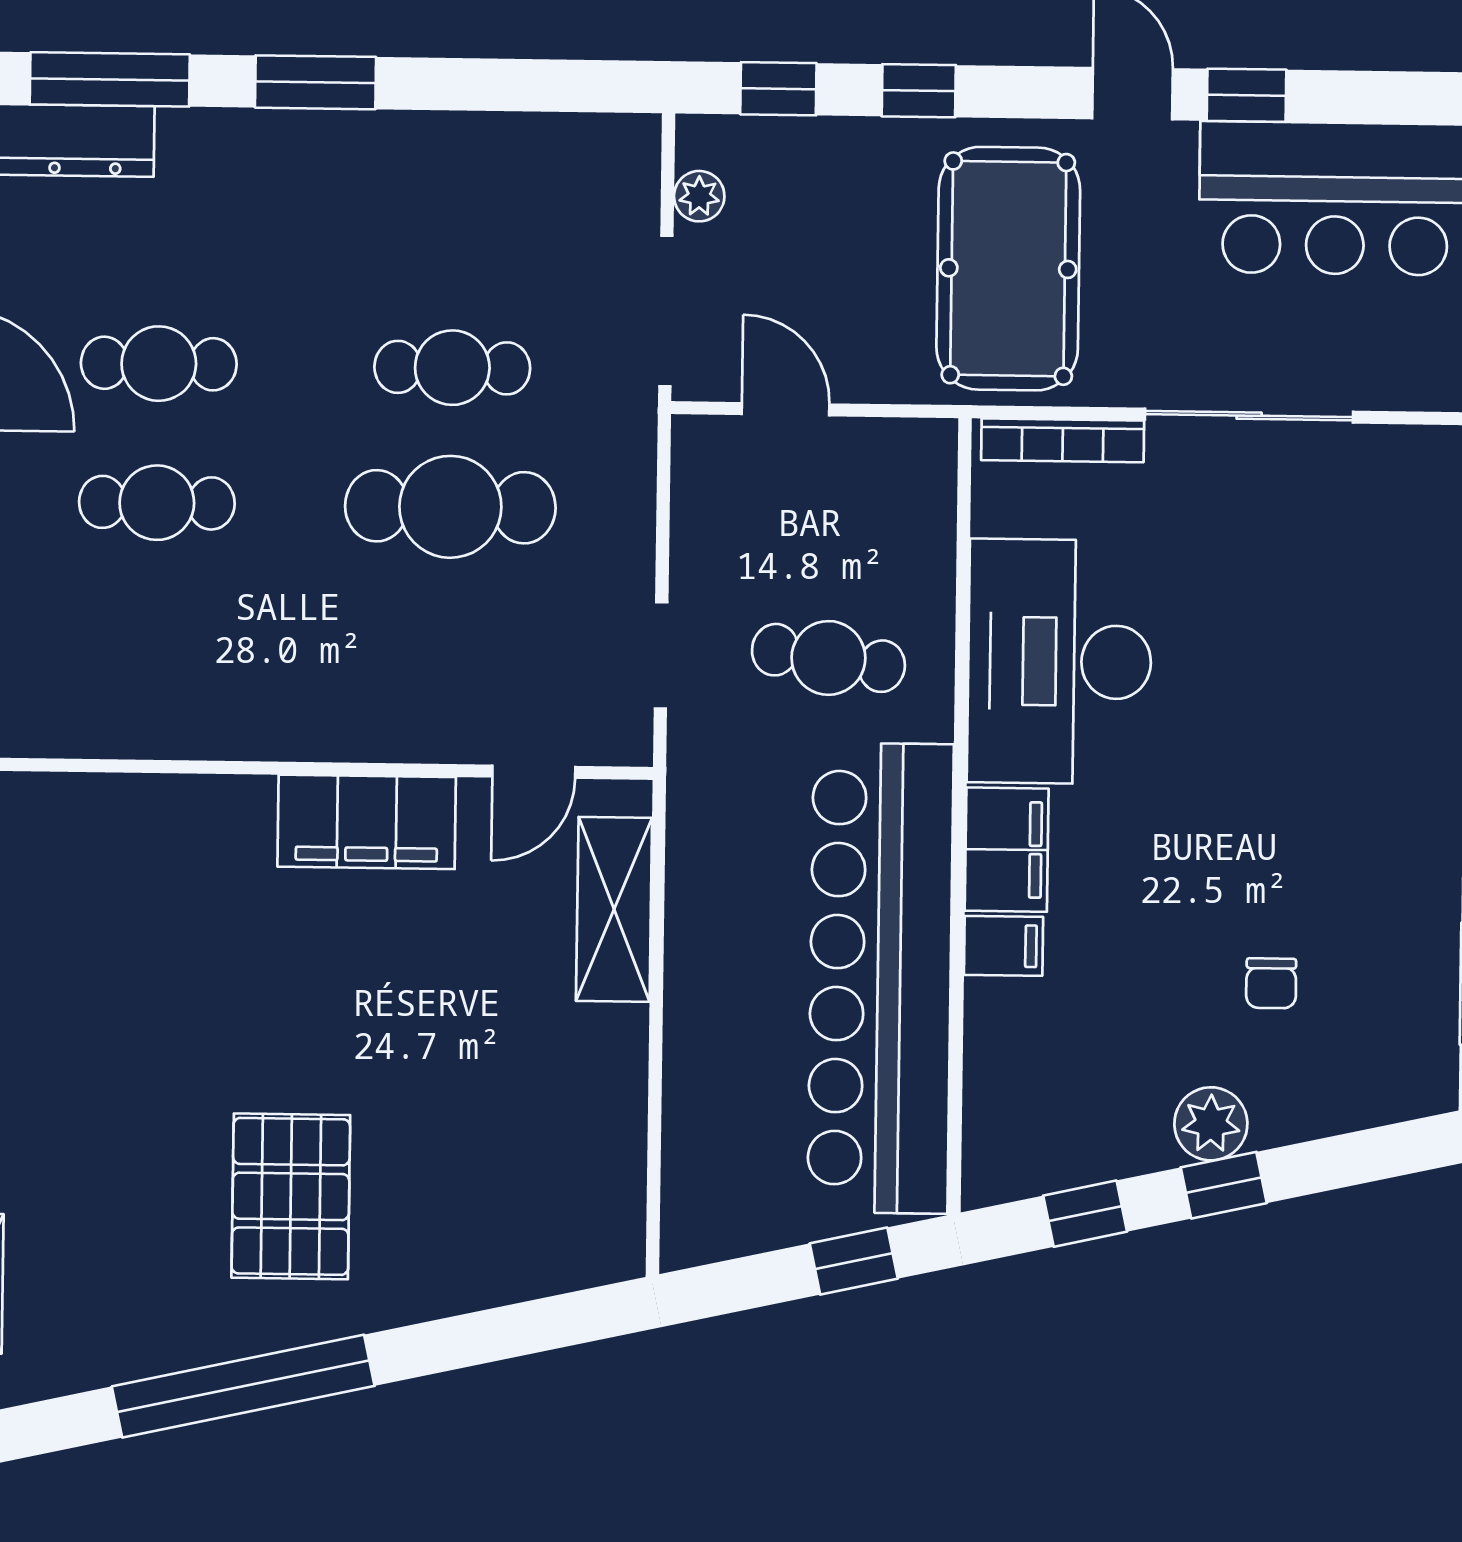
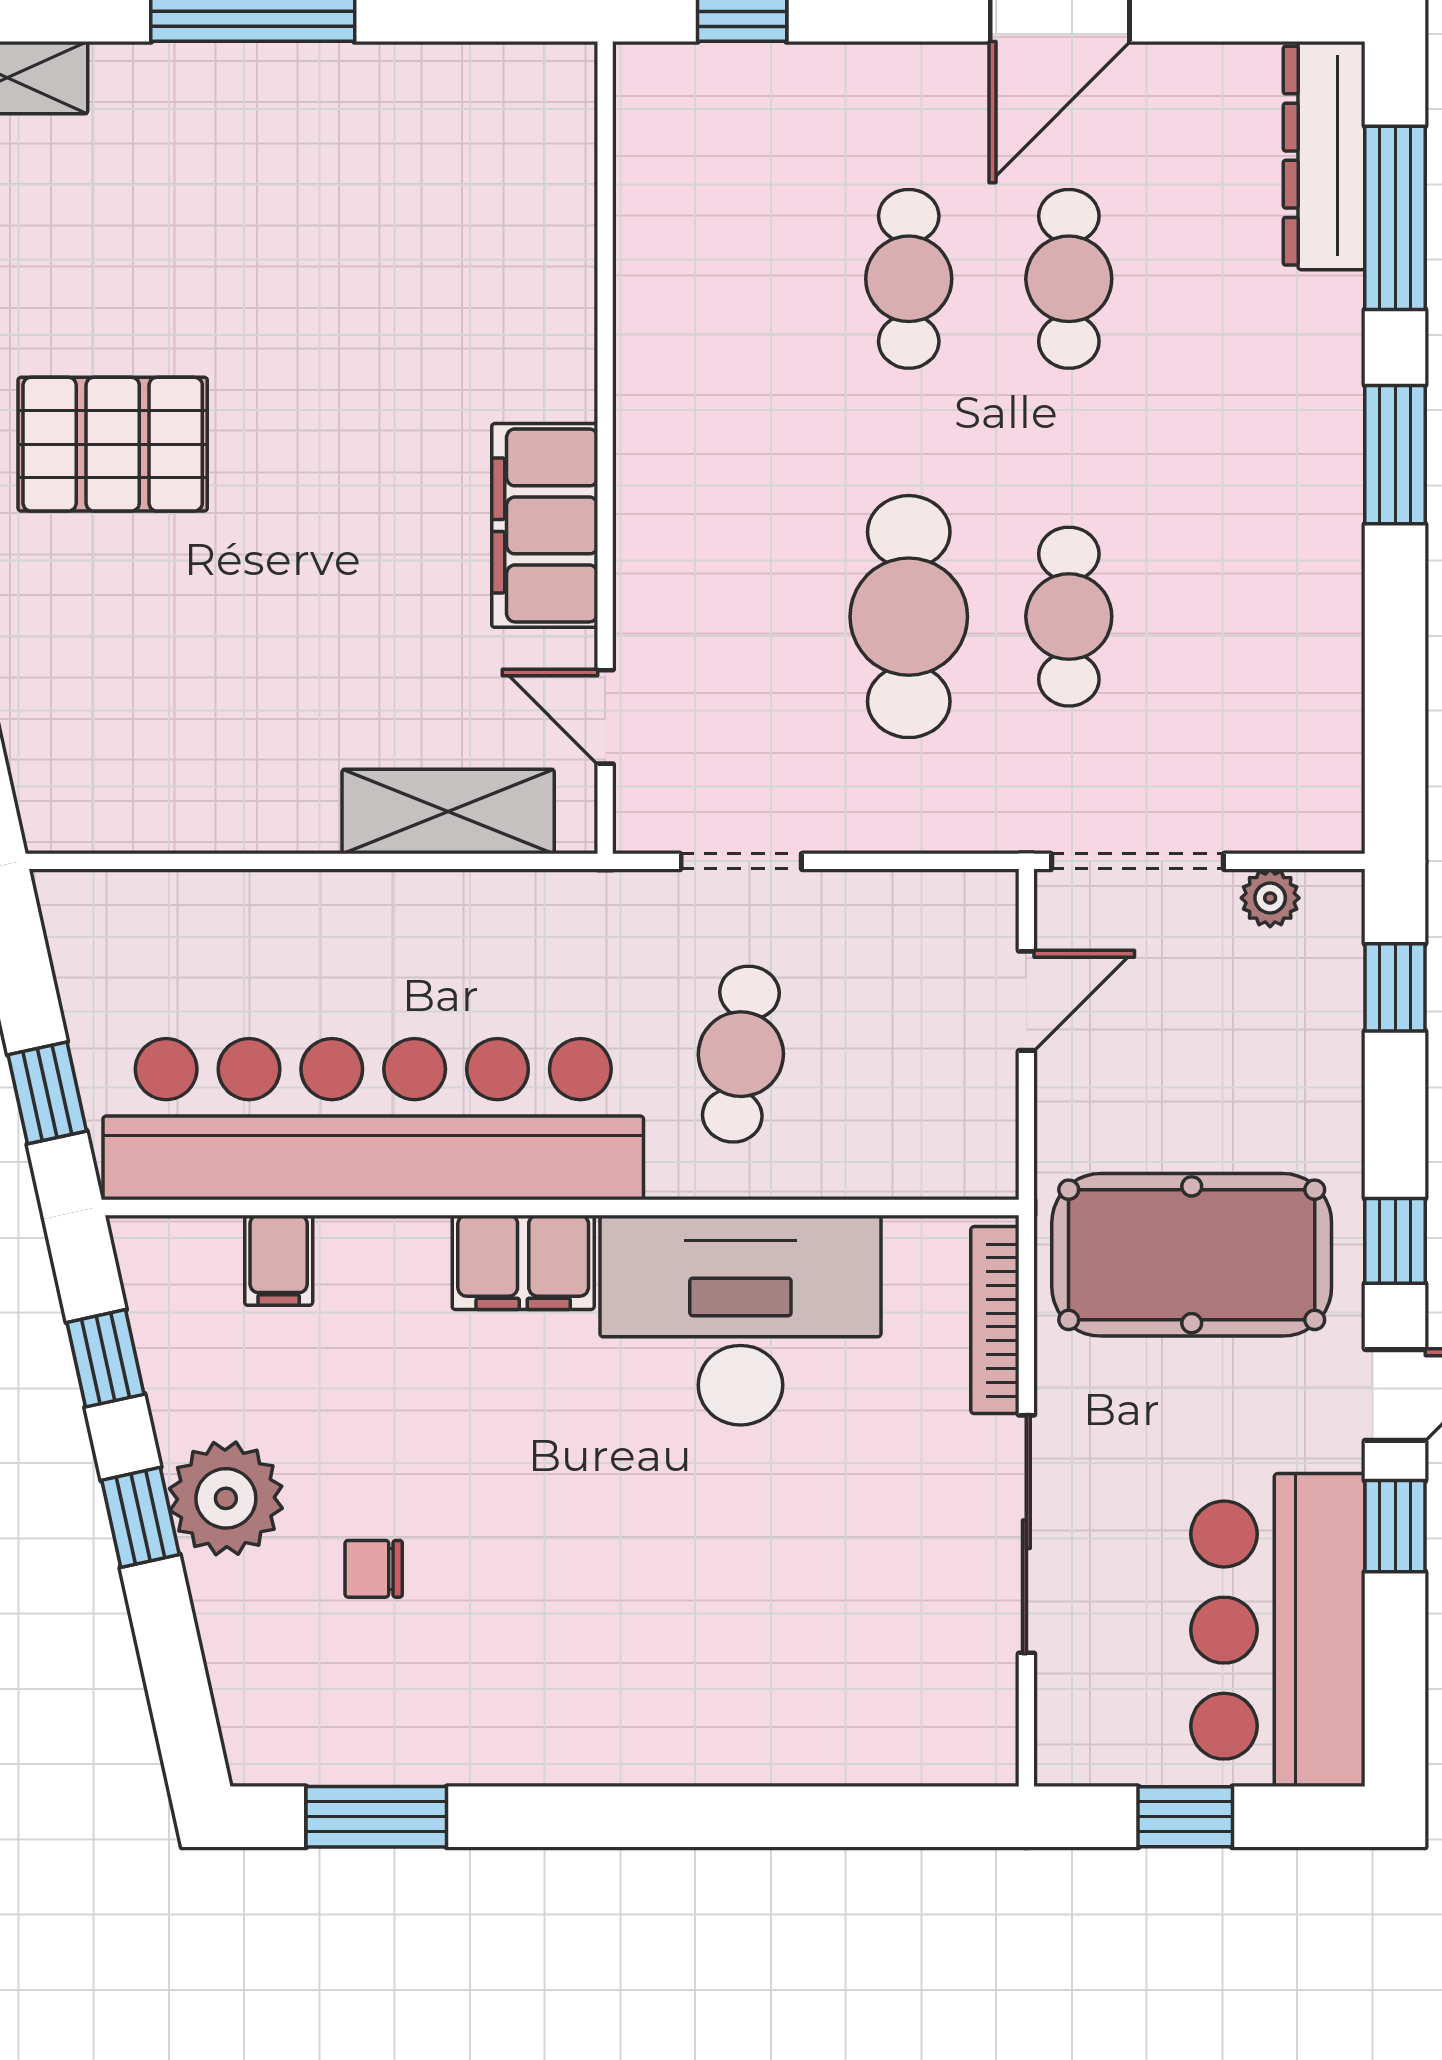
window: (919, 91) -> (1395, 1241), moved
filing cabinet: (1004, 946) -> (279, 1260), moved
plant: (1211, 1124) -> (226, 1498), width x1.36, depth x1.36

